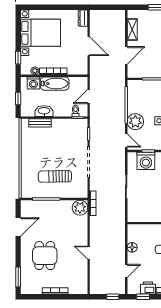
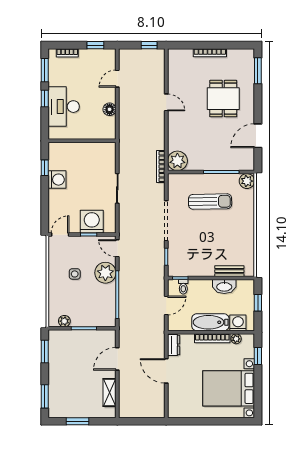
dresser: (83, 18) -> (174, 345), moved
plant: (27, 192) -> (247, 181), added
printer: (148, 288) -> (89, 56), removed
window: (113, 297) -> (149, 45), moved

